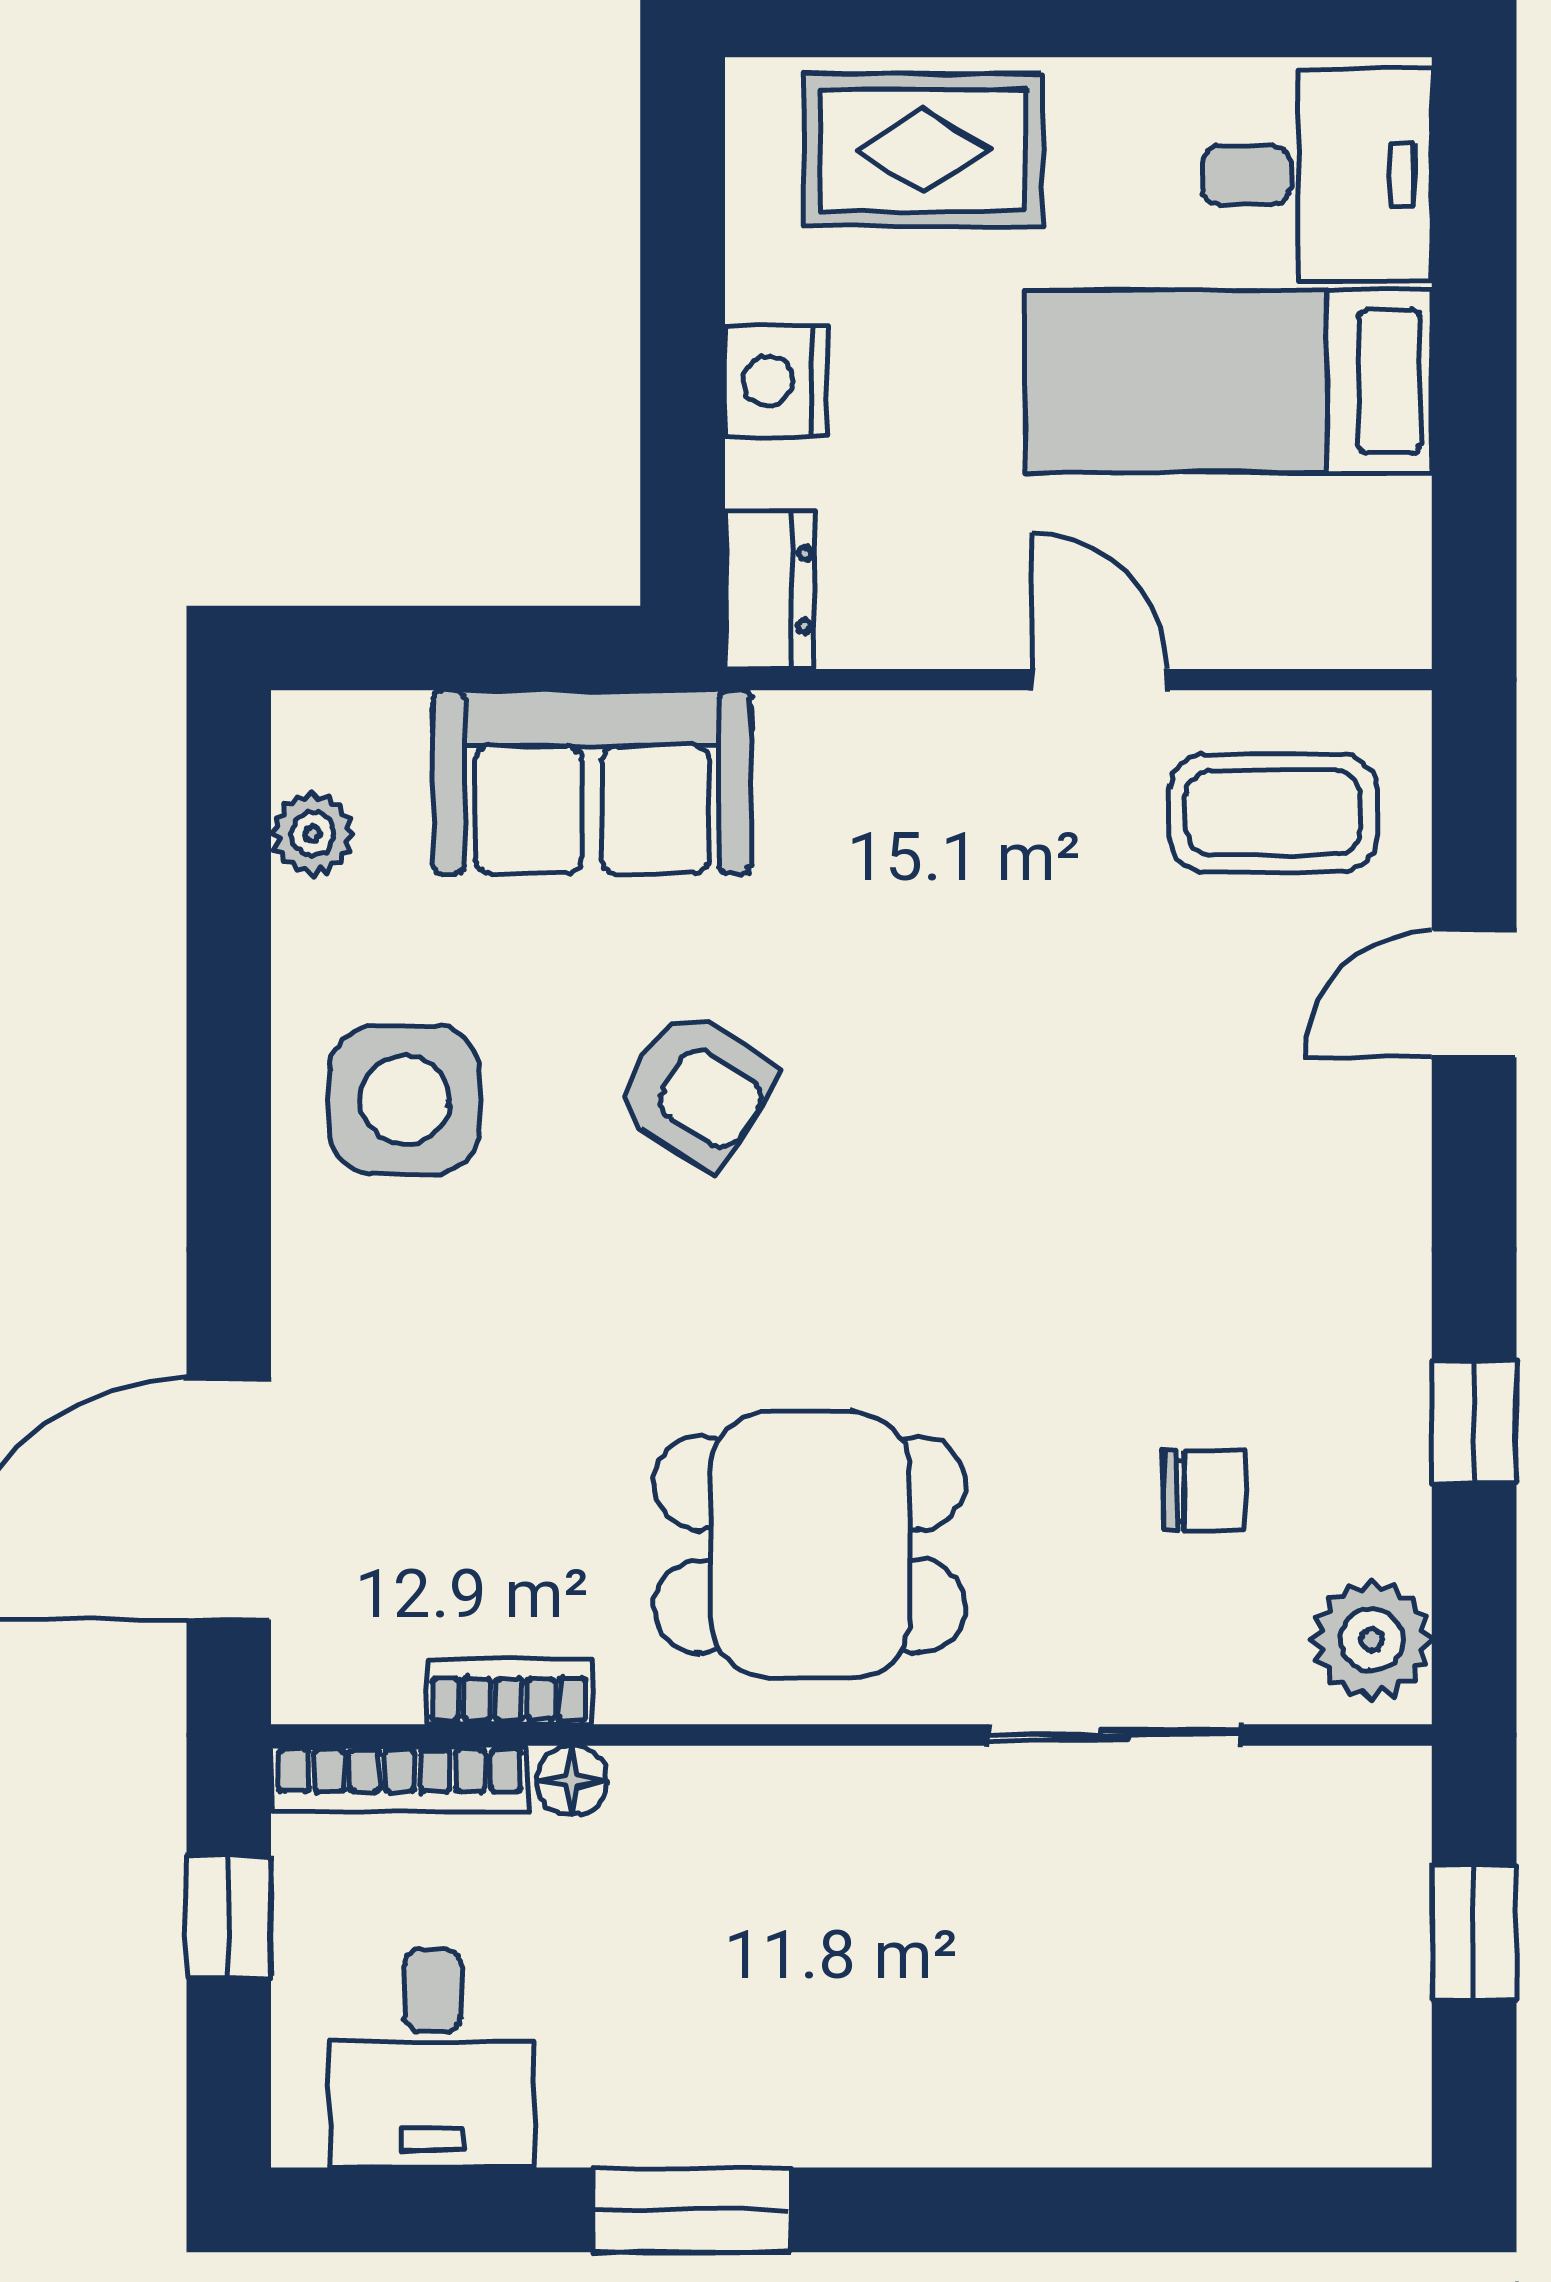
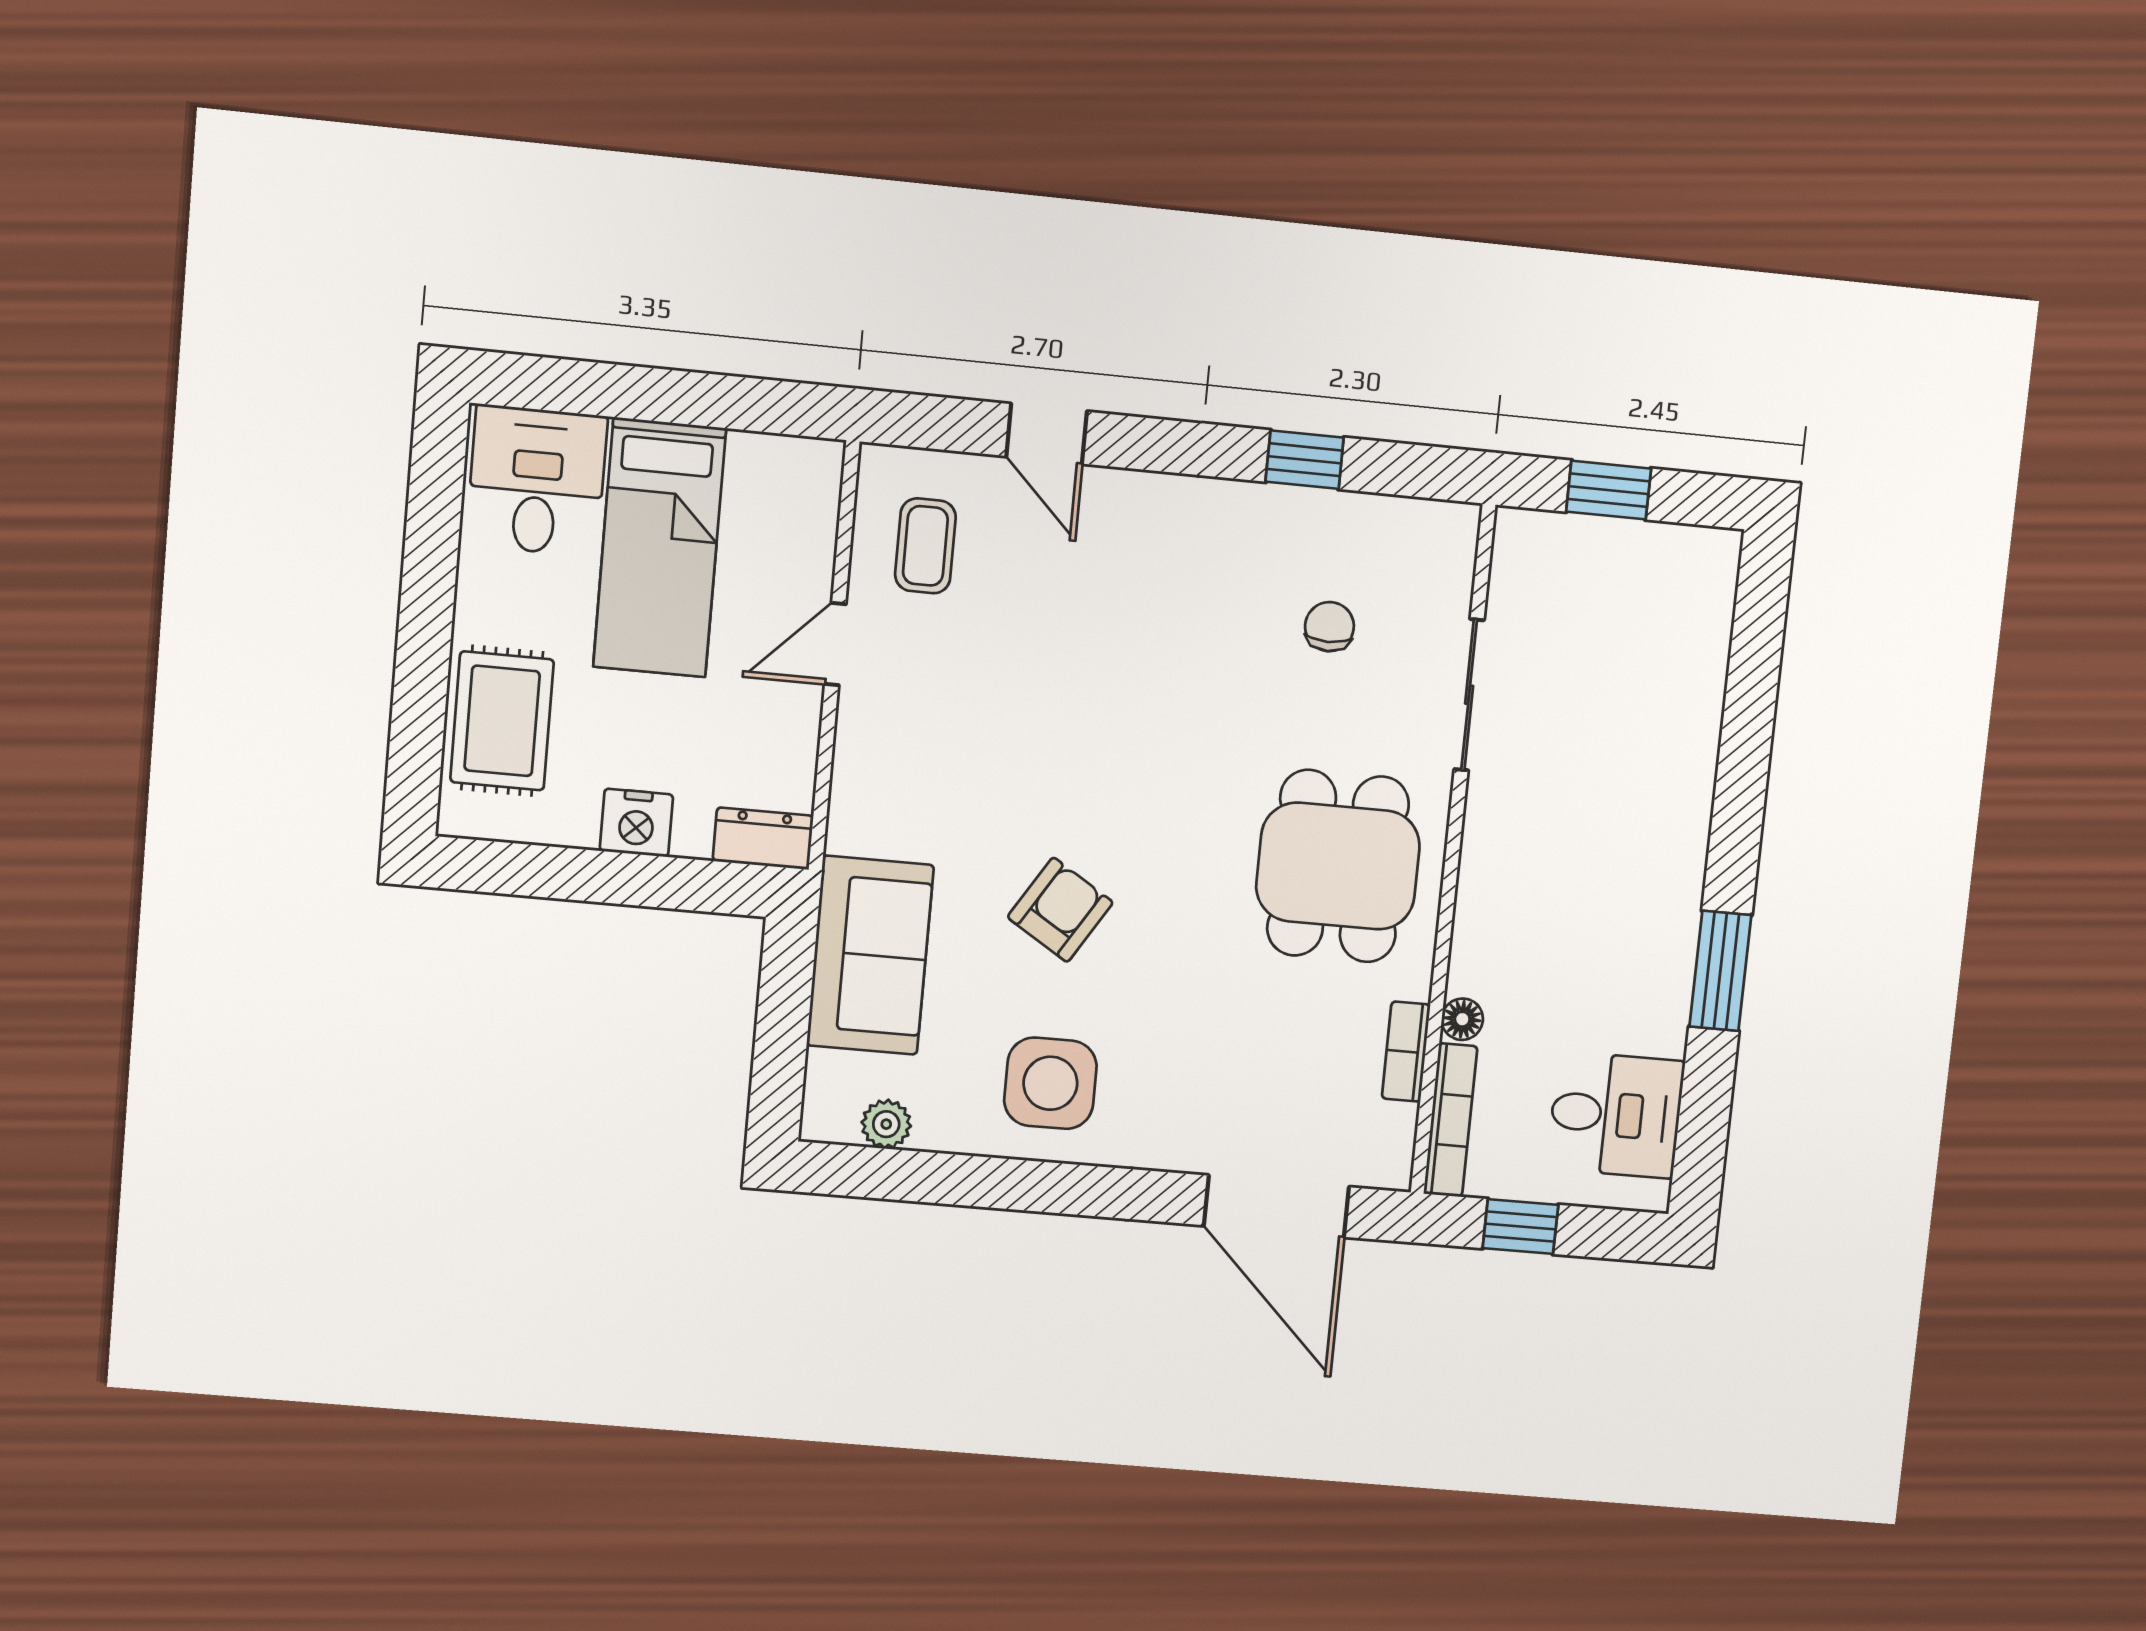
coffee table: (1273, 813) -> (925, 546), width x0.73, depth x0.77
plant: (1372, 1640) -> (1429, 535), removed

